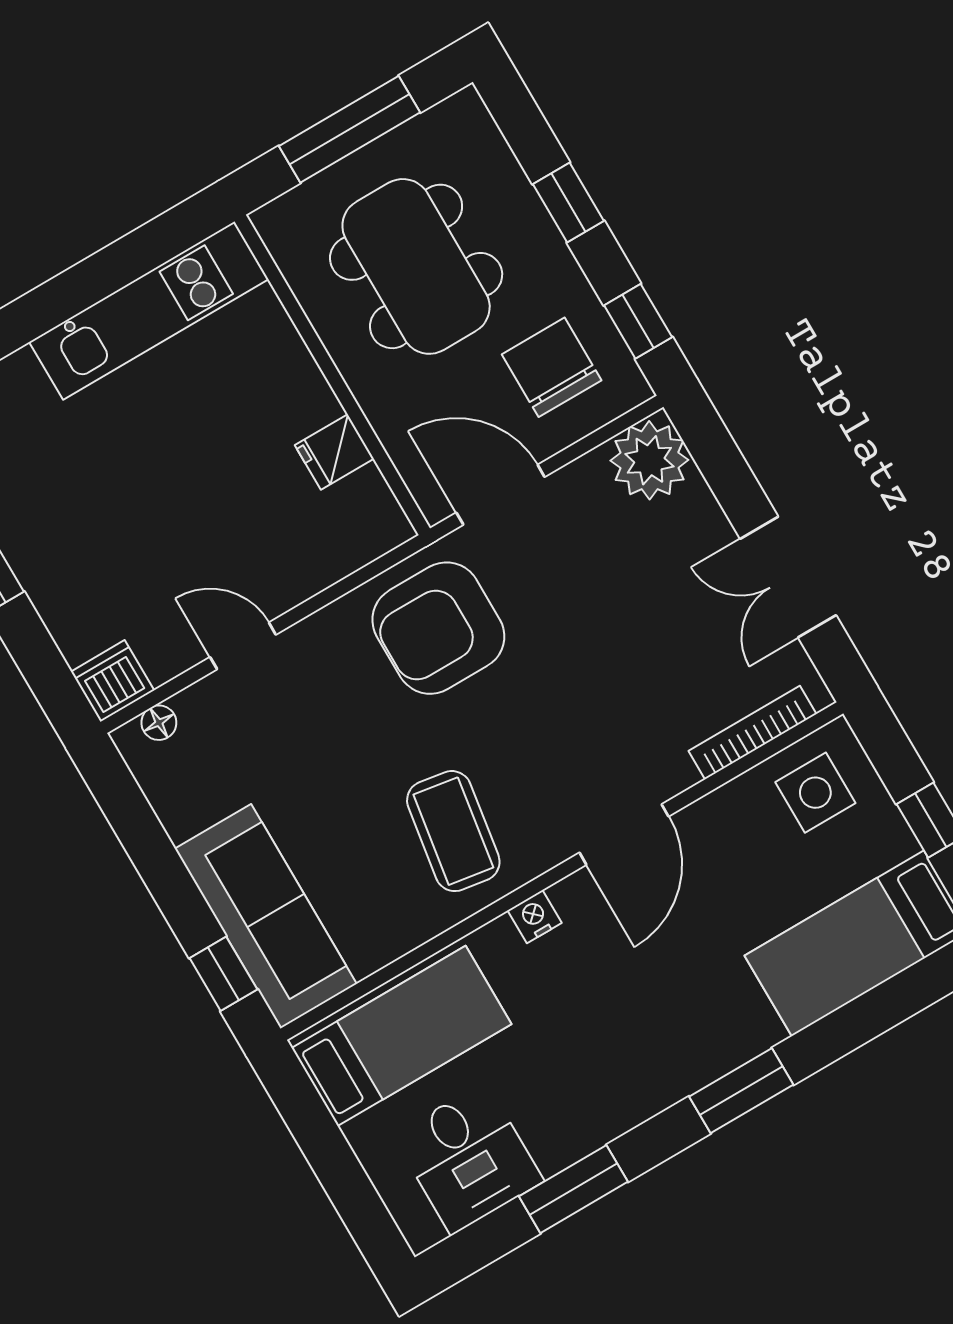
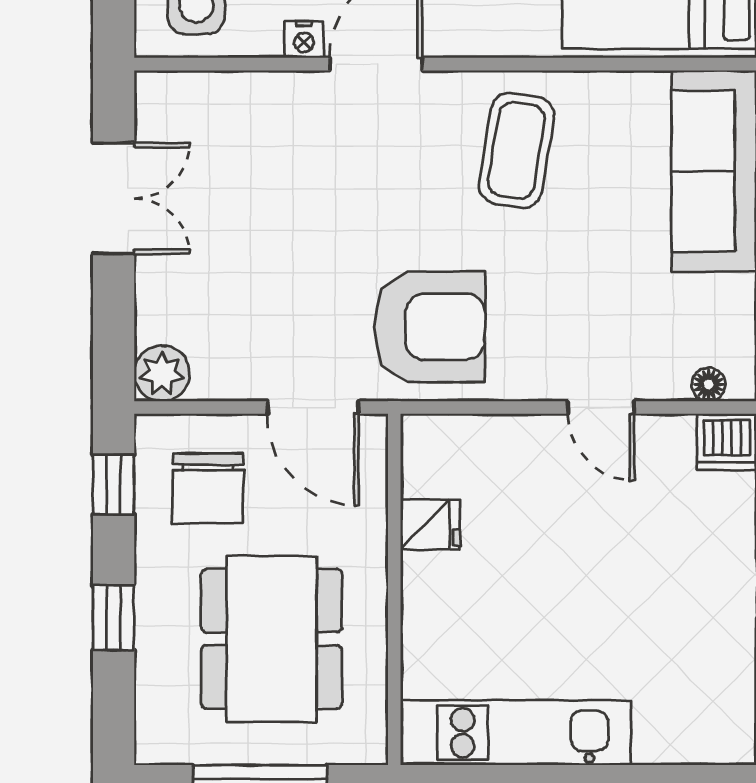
plant: (649, 460) -> (162, 373), width x0.73, depth x0.73
bookcase: (753, 733) -> (219, 86), removed
nightstand: (535, 917) -> (304, 39), moved

